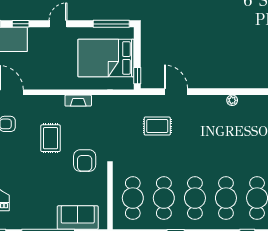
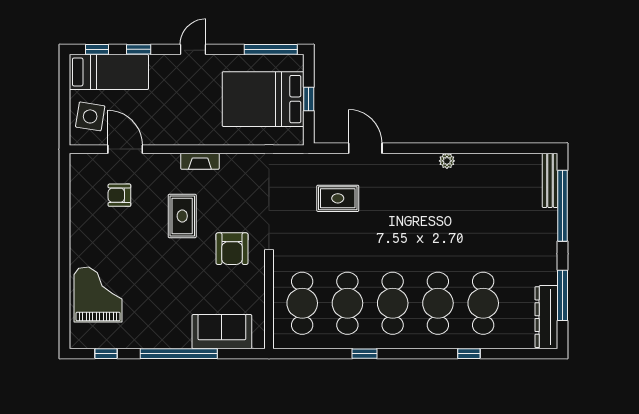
window: (137, 76) -> (309, 99), moved
fireplace: (78, 101) -> (200, 161), moved

